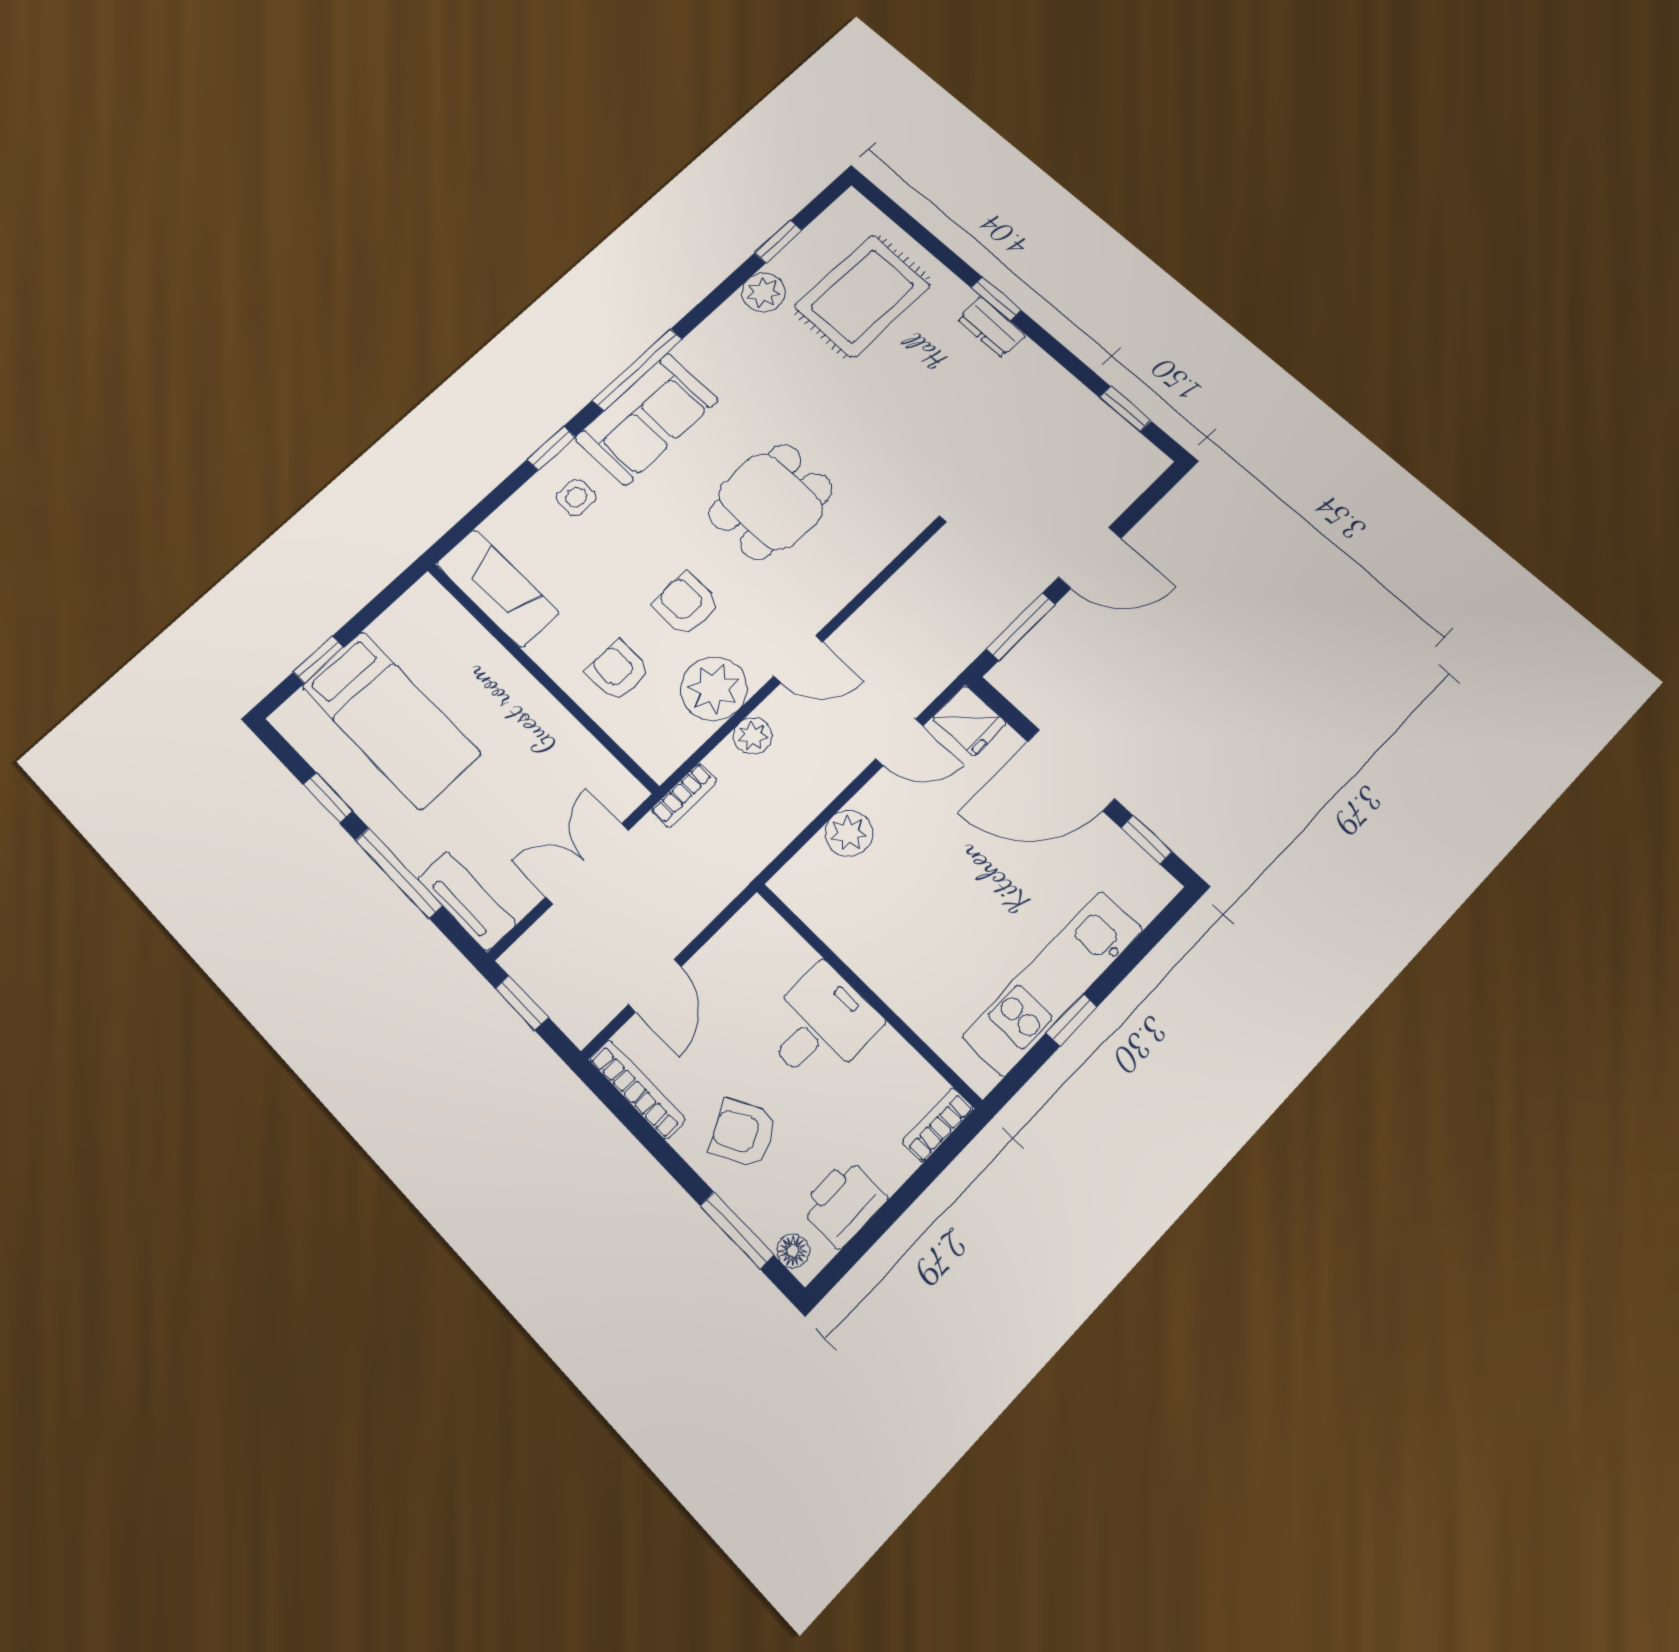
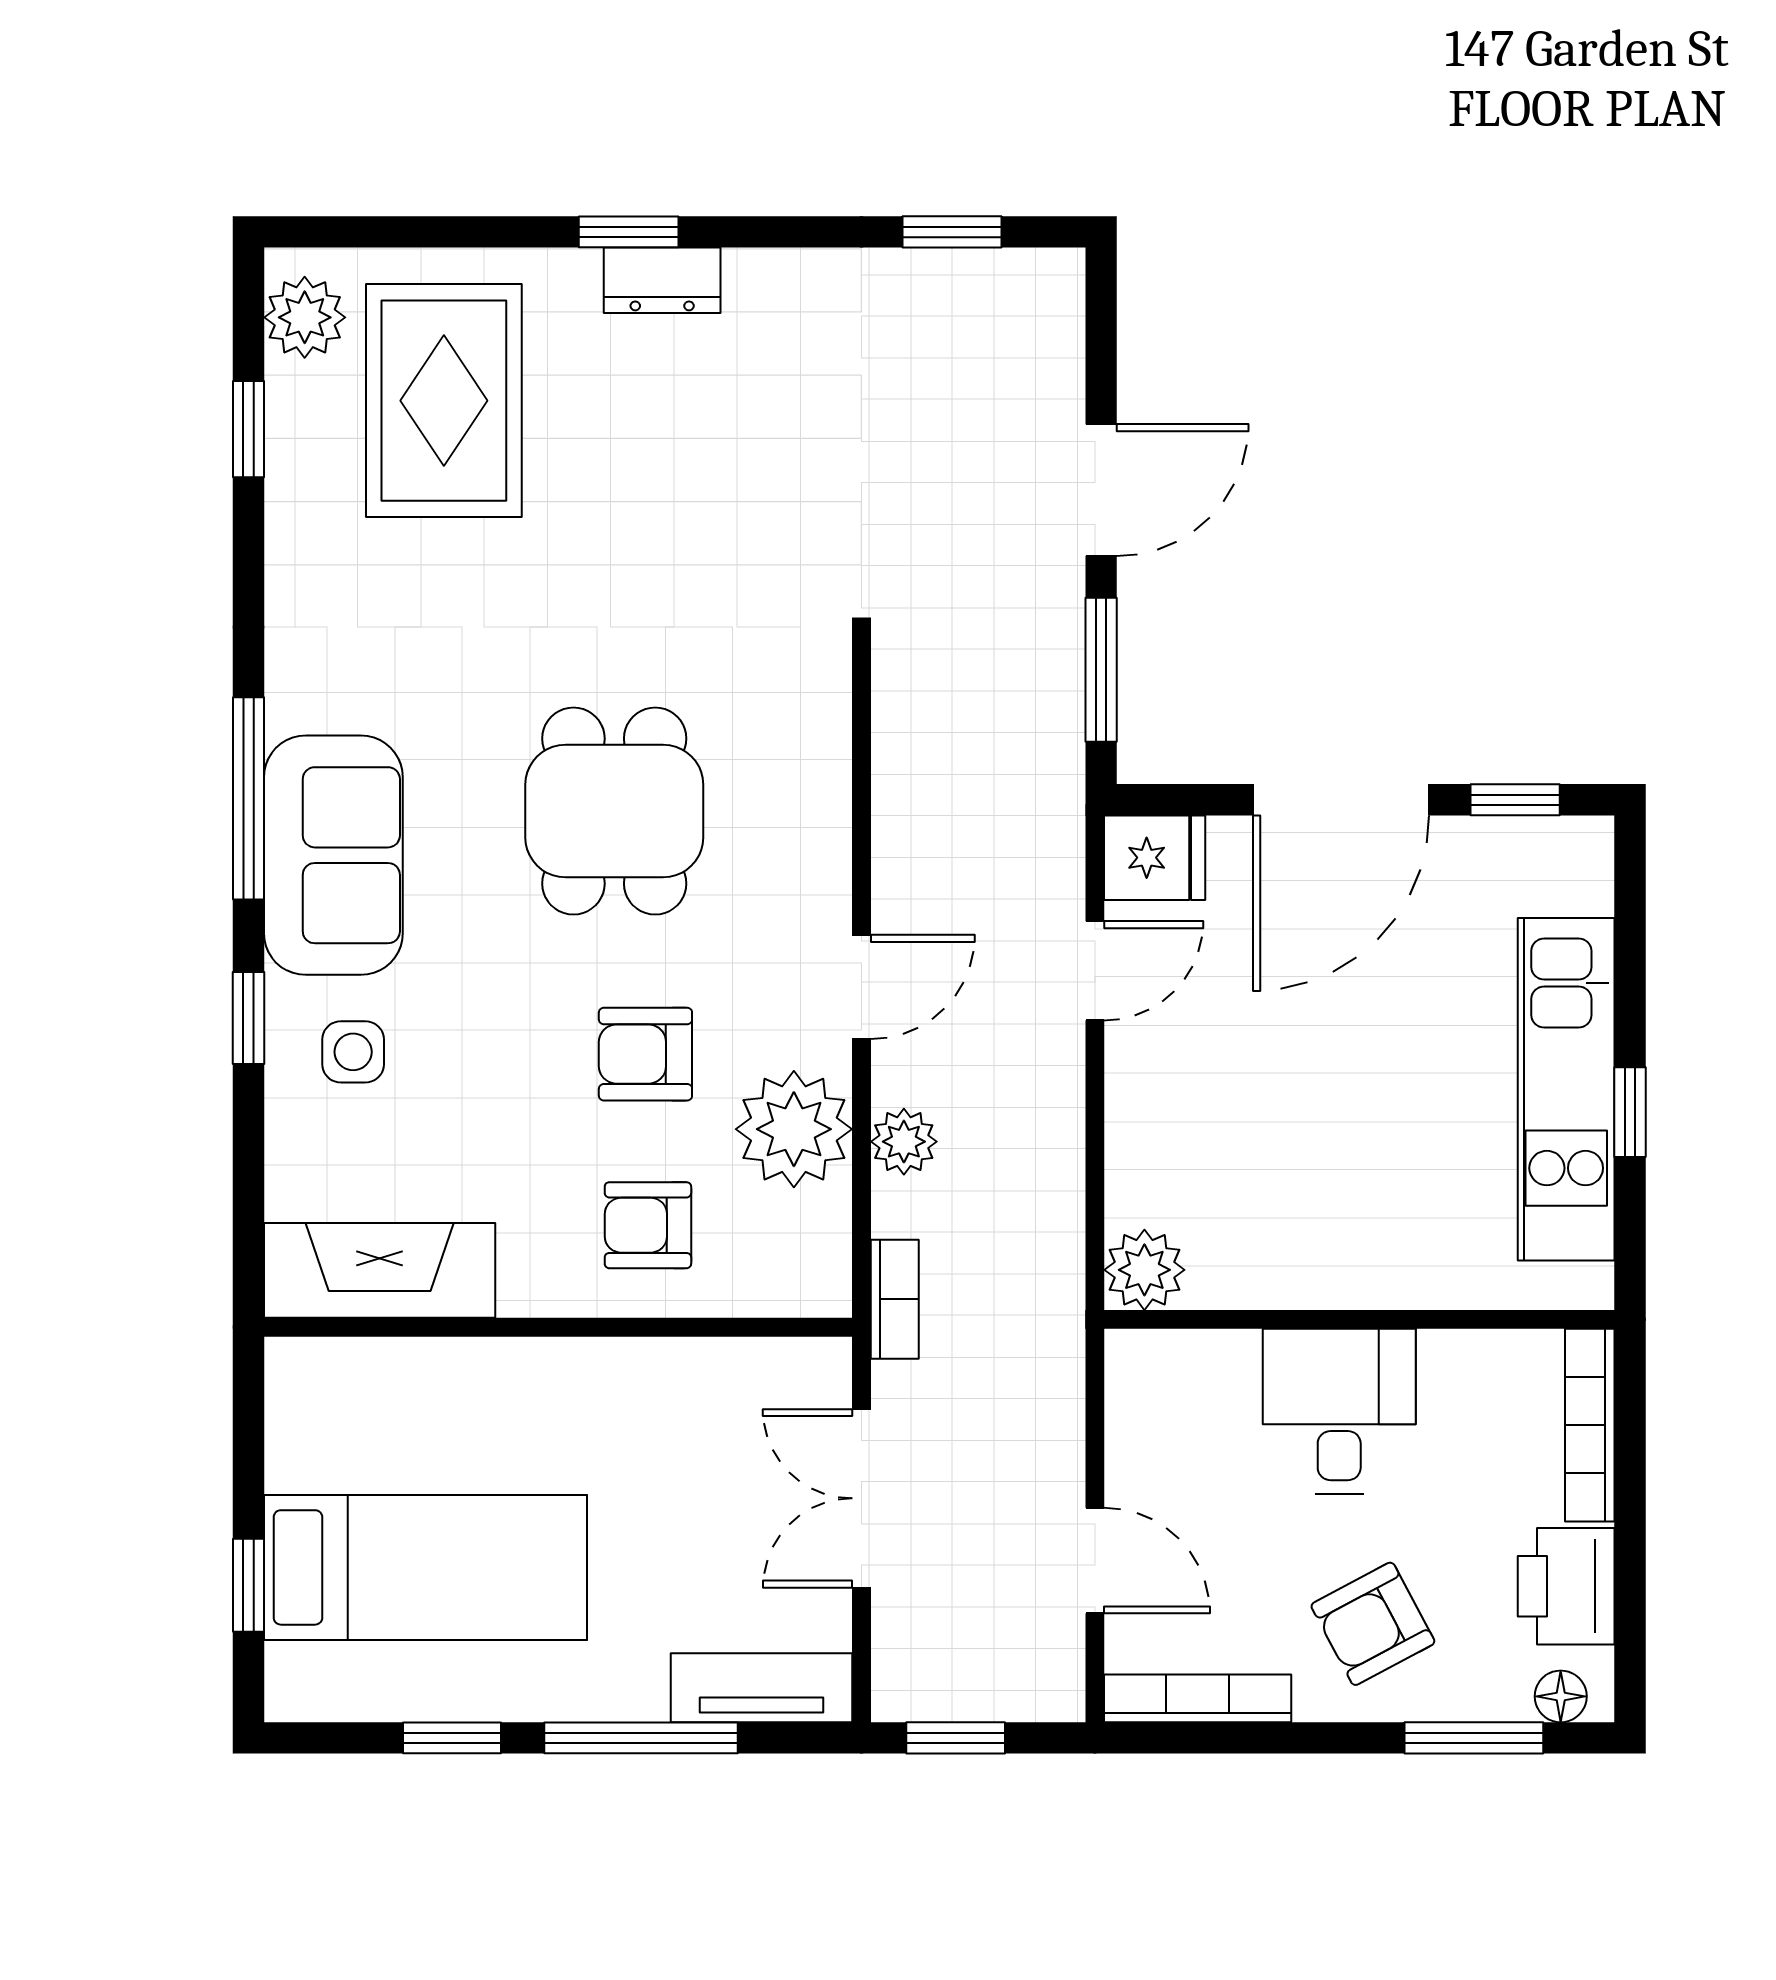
plant: (764, 292) -> (305, 317), moved
plant: (849, 833) -> (1144, 1270), moved
bookcase: (938, 1125) -> (1590, 1425), width x1.56

